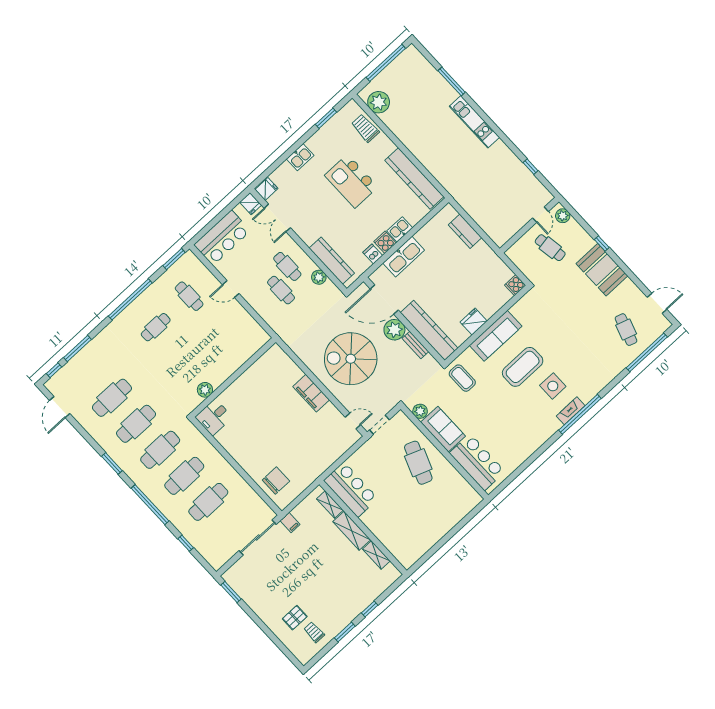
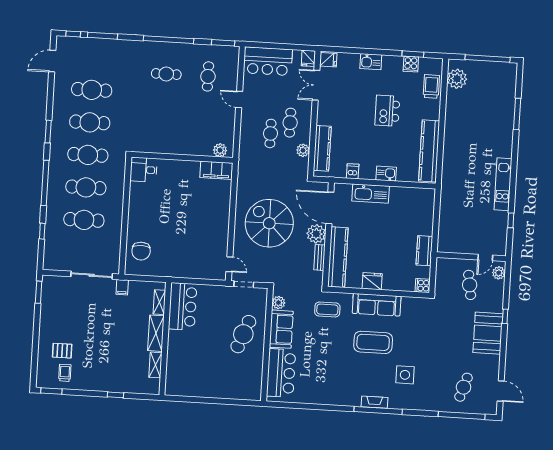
kitchen unit: (474, 122) -> (503, 184), moved
kitchen island: (351, 181) -> (387, 111), width x0.73, depth x0.78
kitchen counter: (465, 231) -> (424, 251), moved
cooker: (385, 242) -> (411, 64), moved, turned 180
coffee table: (462, 378) -> (327, 309), turned 90
side table: (553, 386) -> (405, 375), moved
plant: (205, 390) -> (220, 150), moved
filing cabinet: (311, 393) -> (216, 170), moved, turned -90
chair: (276, 481) -> (141, 251), turned 90
window: (345, 632) -> (51, 391), moved

